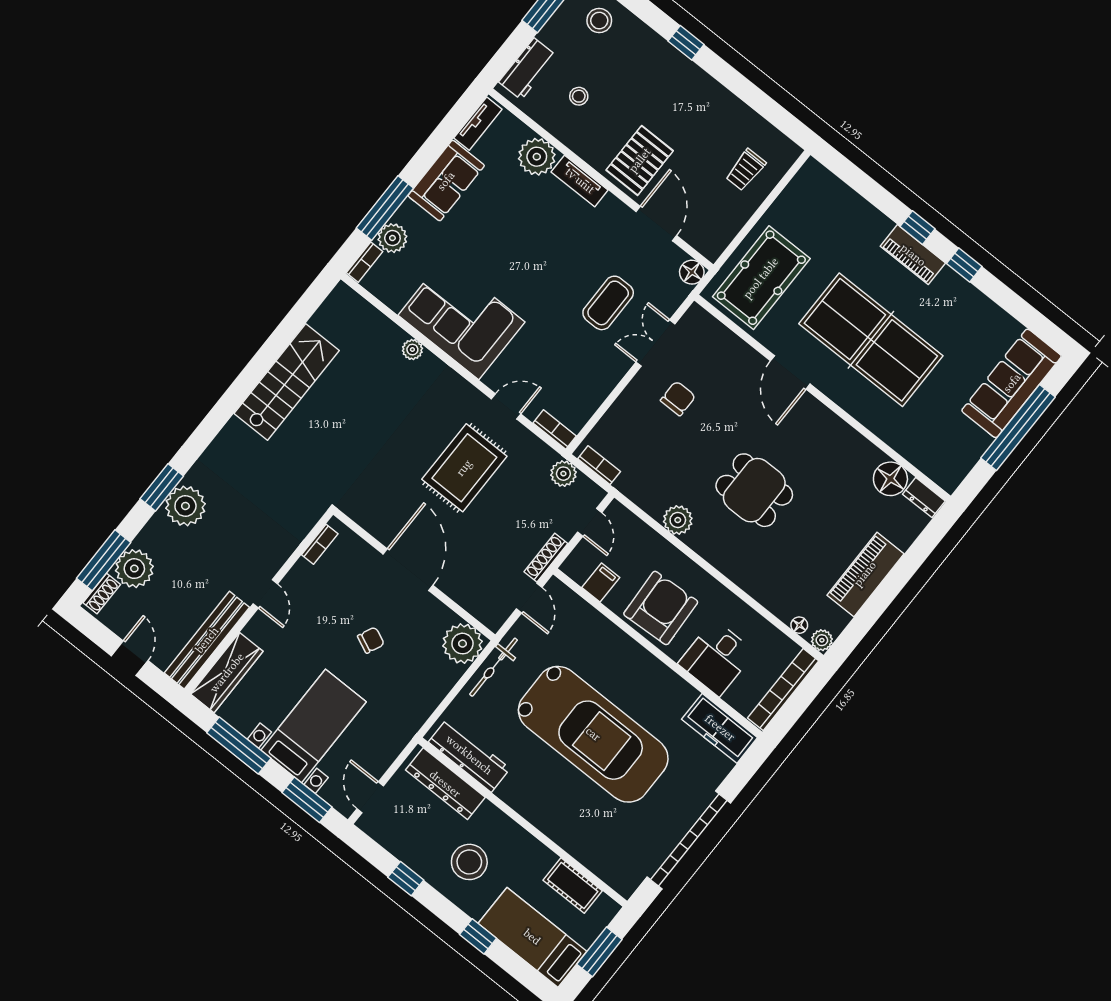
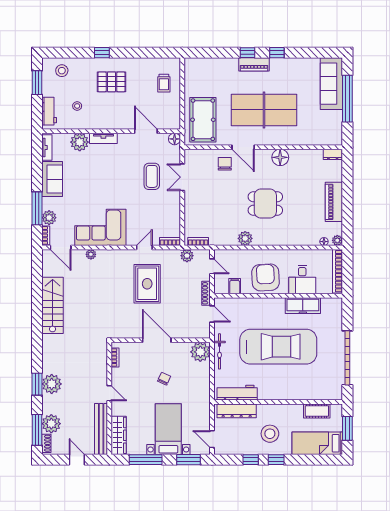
pallet: (640, 160) -> (111, 82), moved, turned 90
door: (373, 300) -> (61, 247), added
chair: (678, 398) -> (225, 164), moved
floor lamp: (890, 479) -> (280, 157), moved
freezer: (720, 728) -> (303, 306), moved
window: (478, 936) -> (276, 460), moved

